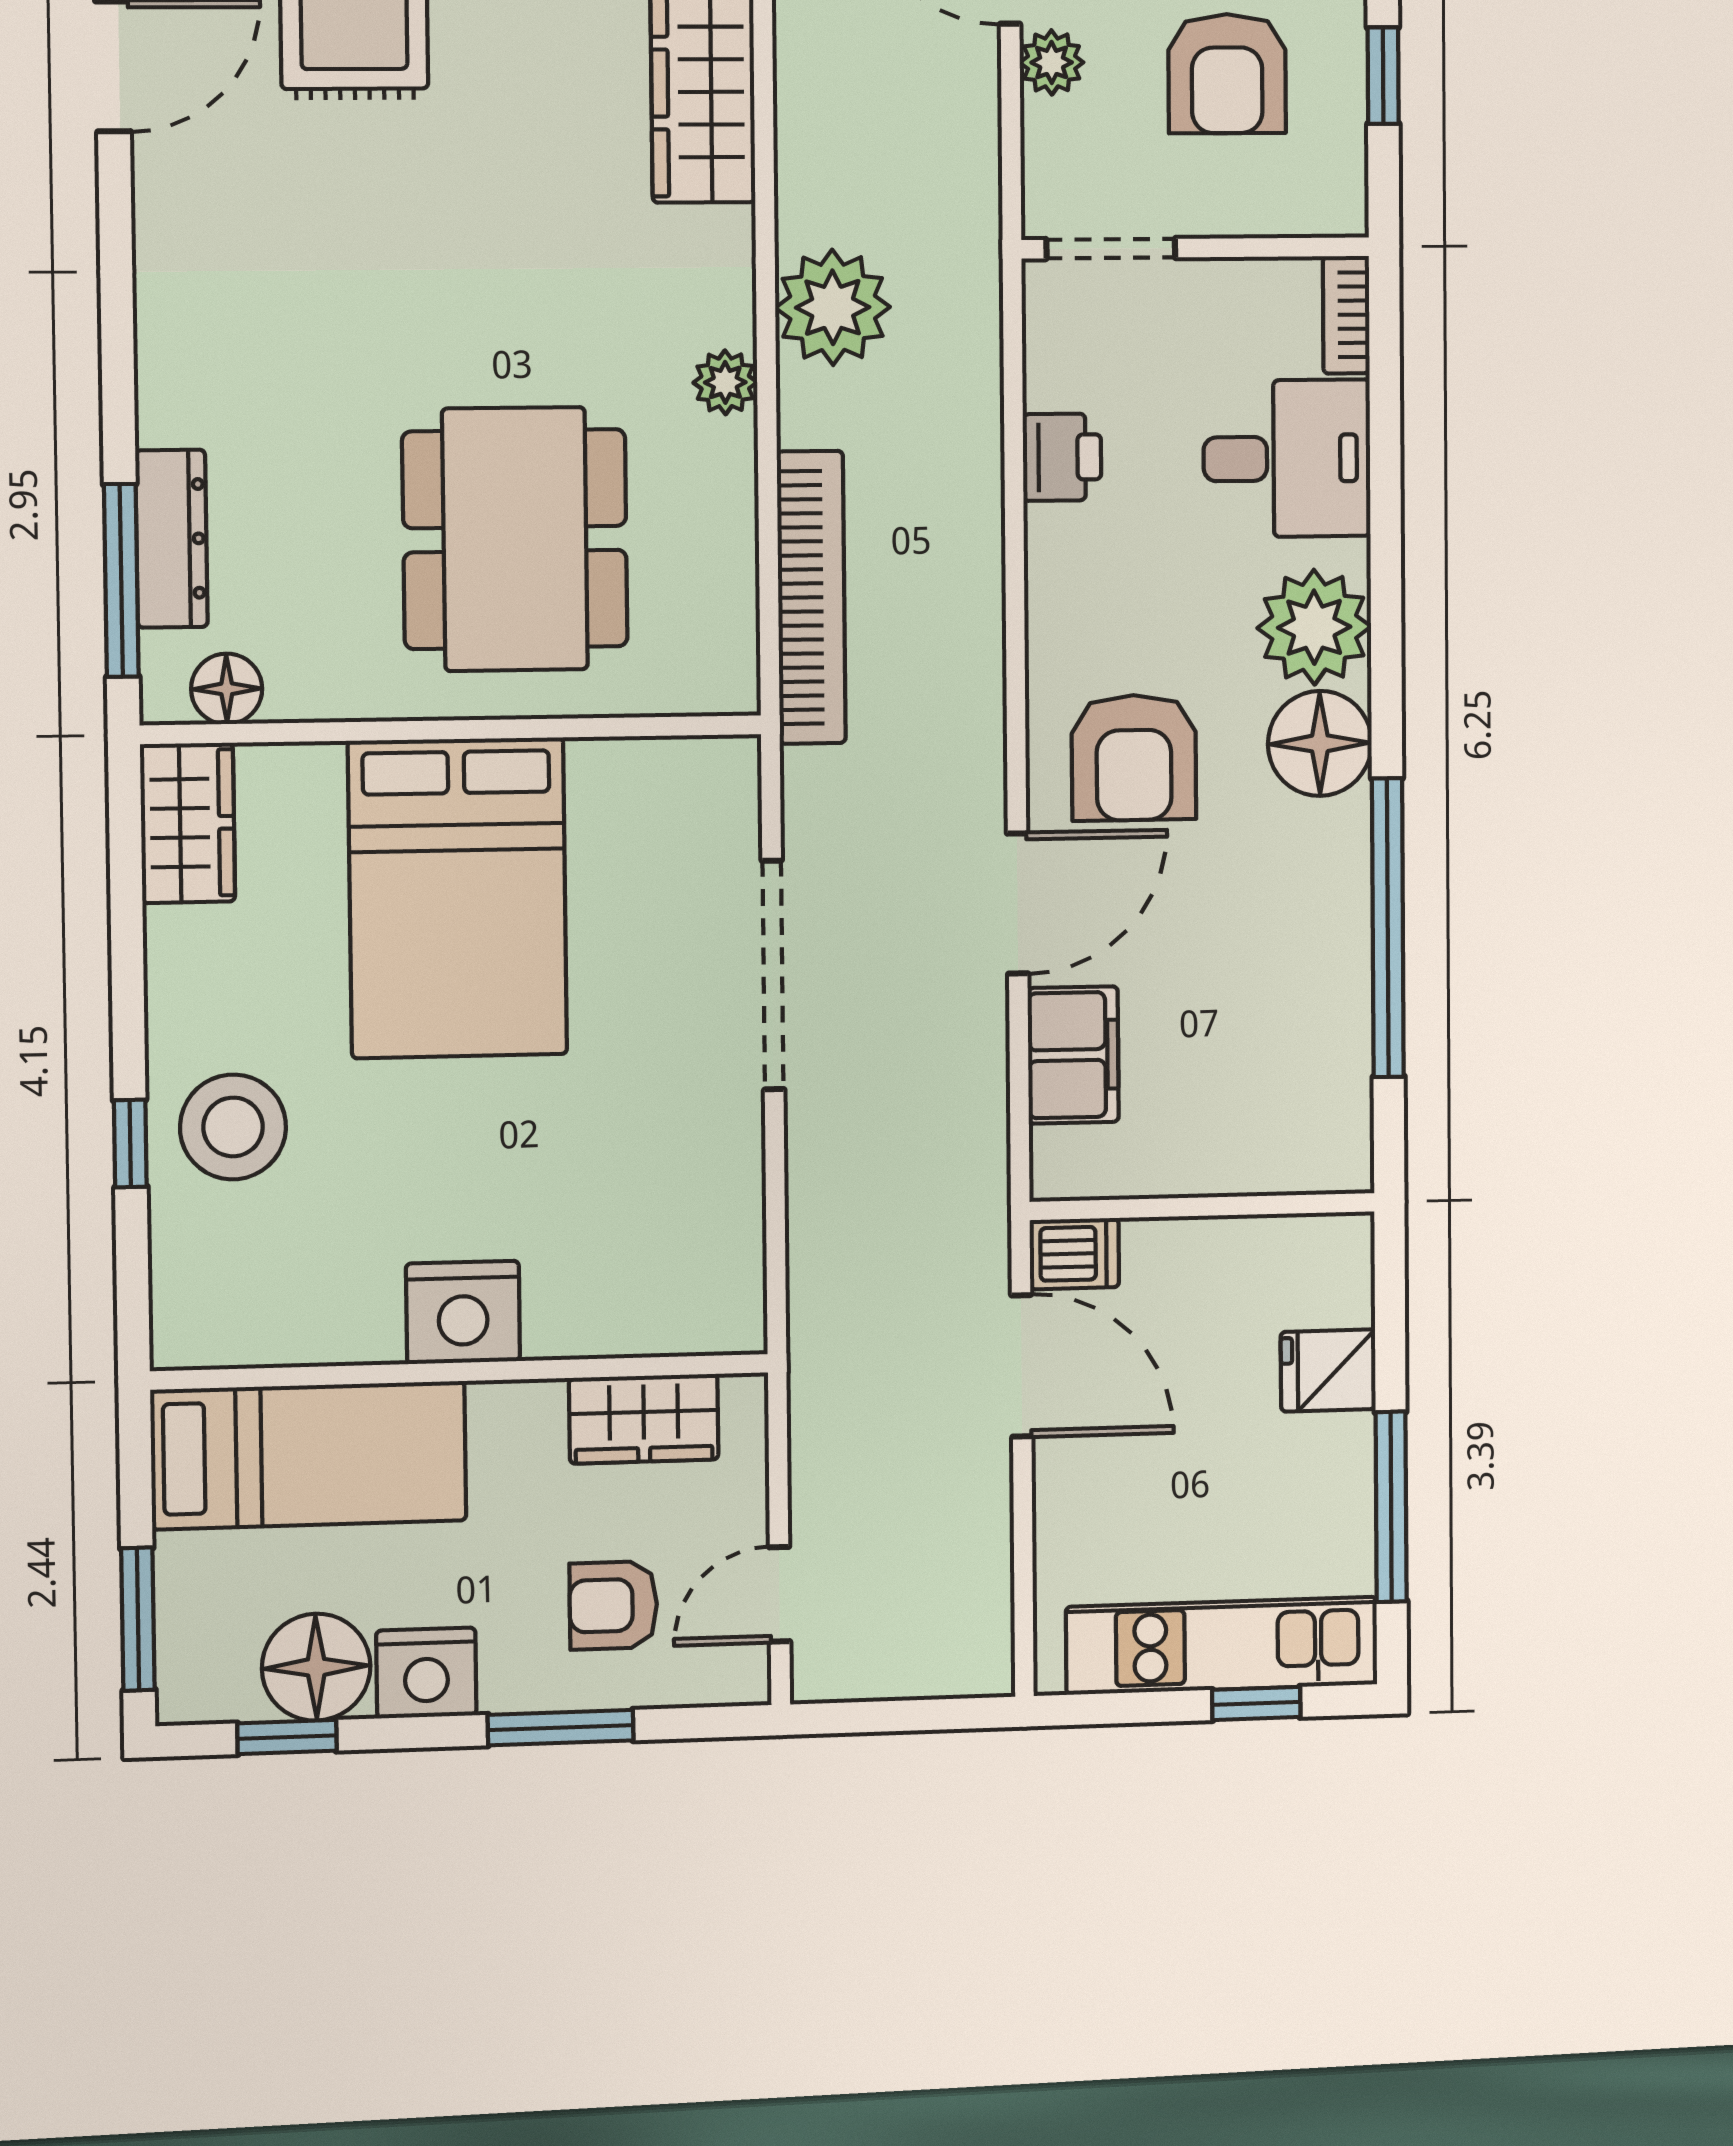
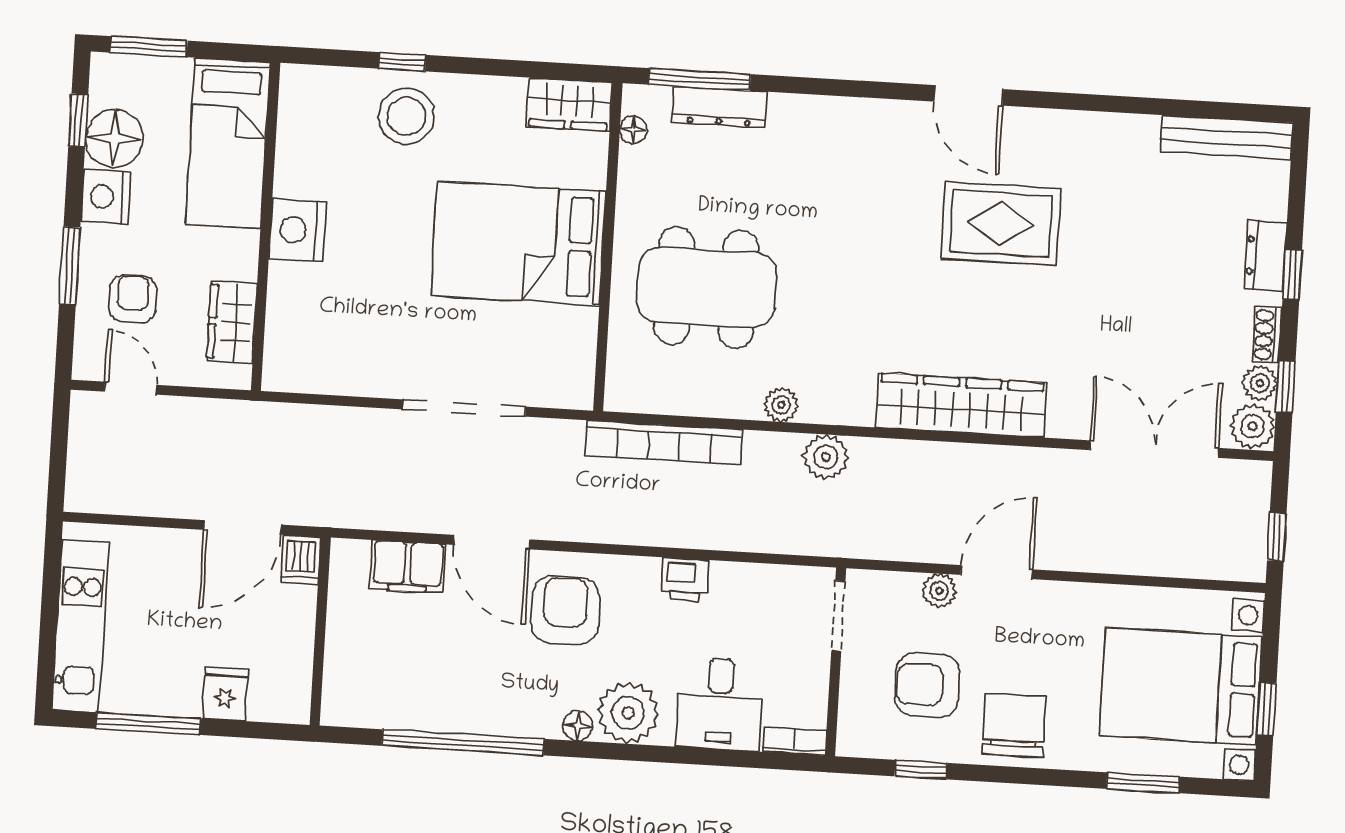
plant: (833, 307) -> (826, 457), width x0.73, depth x0.73
printer: (1062, 457) -> (685, 580), moved
floor lamp: (227, 689) -> (633, 130), width x0.73, depth x0.73
floor lamp: (1320, 743) -> (578, 726), width x0.53, depth x0.53
armchair: (1134, 758) -> (565, 610), turned 90
window: (1256, 1703) -> (47, 643), removed

